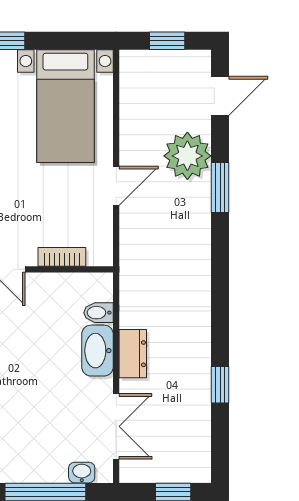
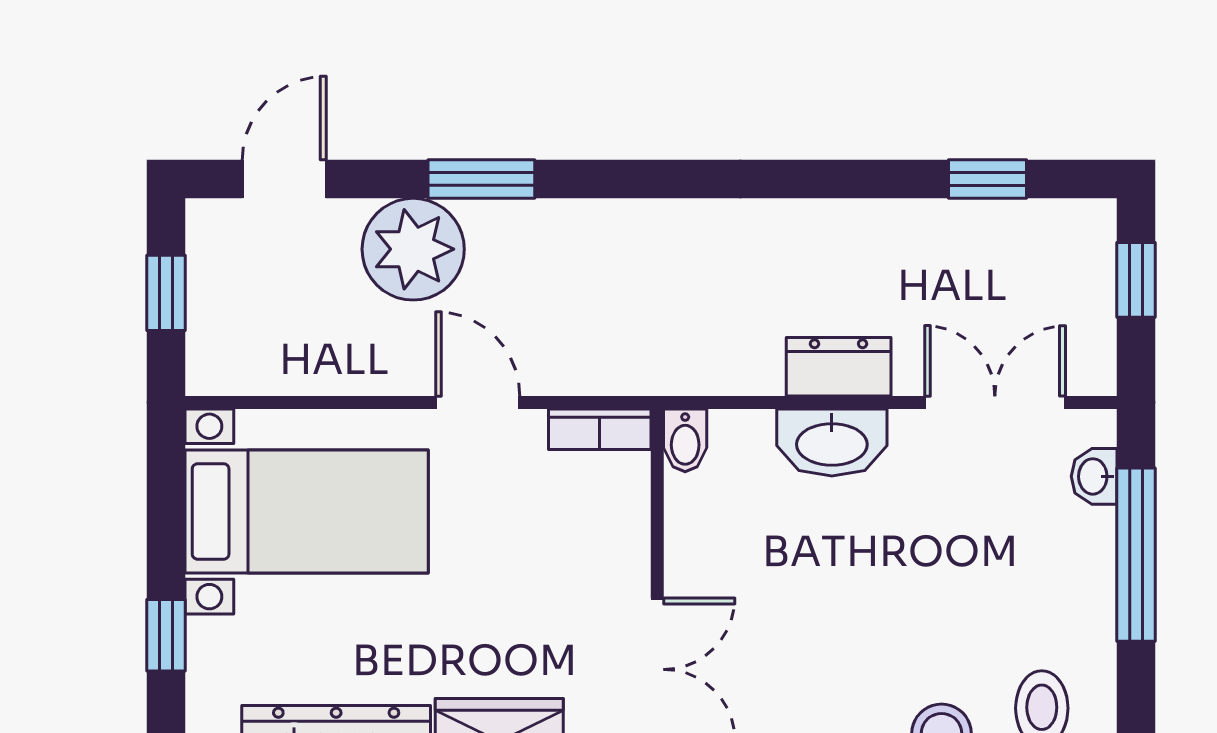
door: (220, 96) -> (284, 179), hinge flipped
bookcase: (62, 257) -> (600, 429), moved, turned -90
bidet: (98, 313) -> (685, 440), moved
window: (220, 385) -> (988, 179), moved

